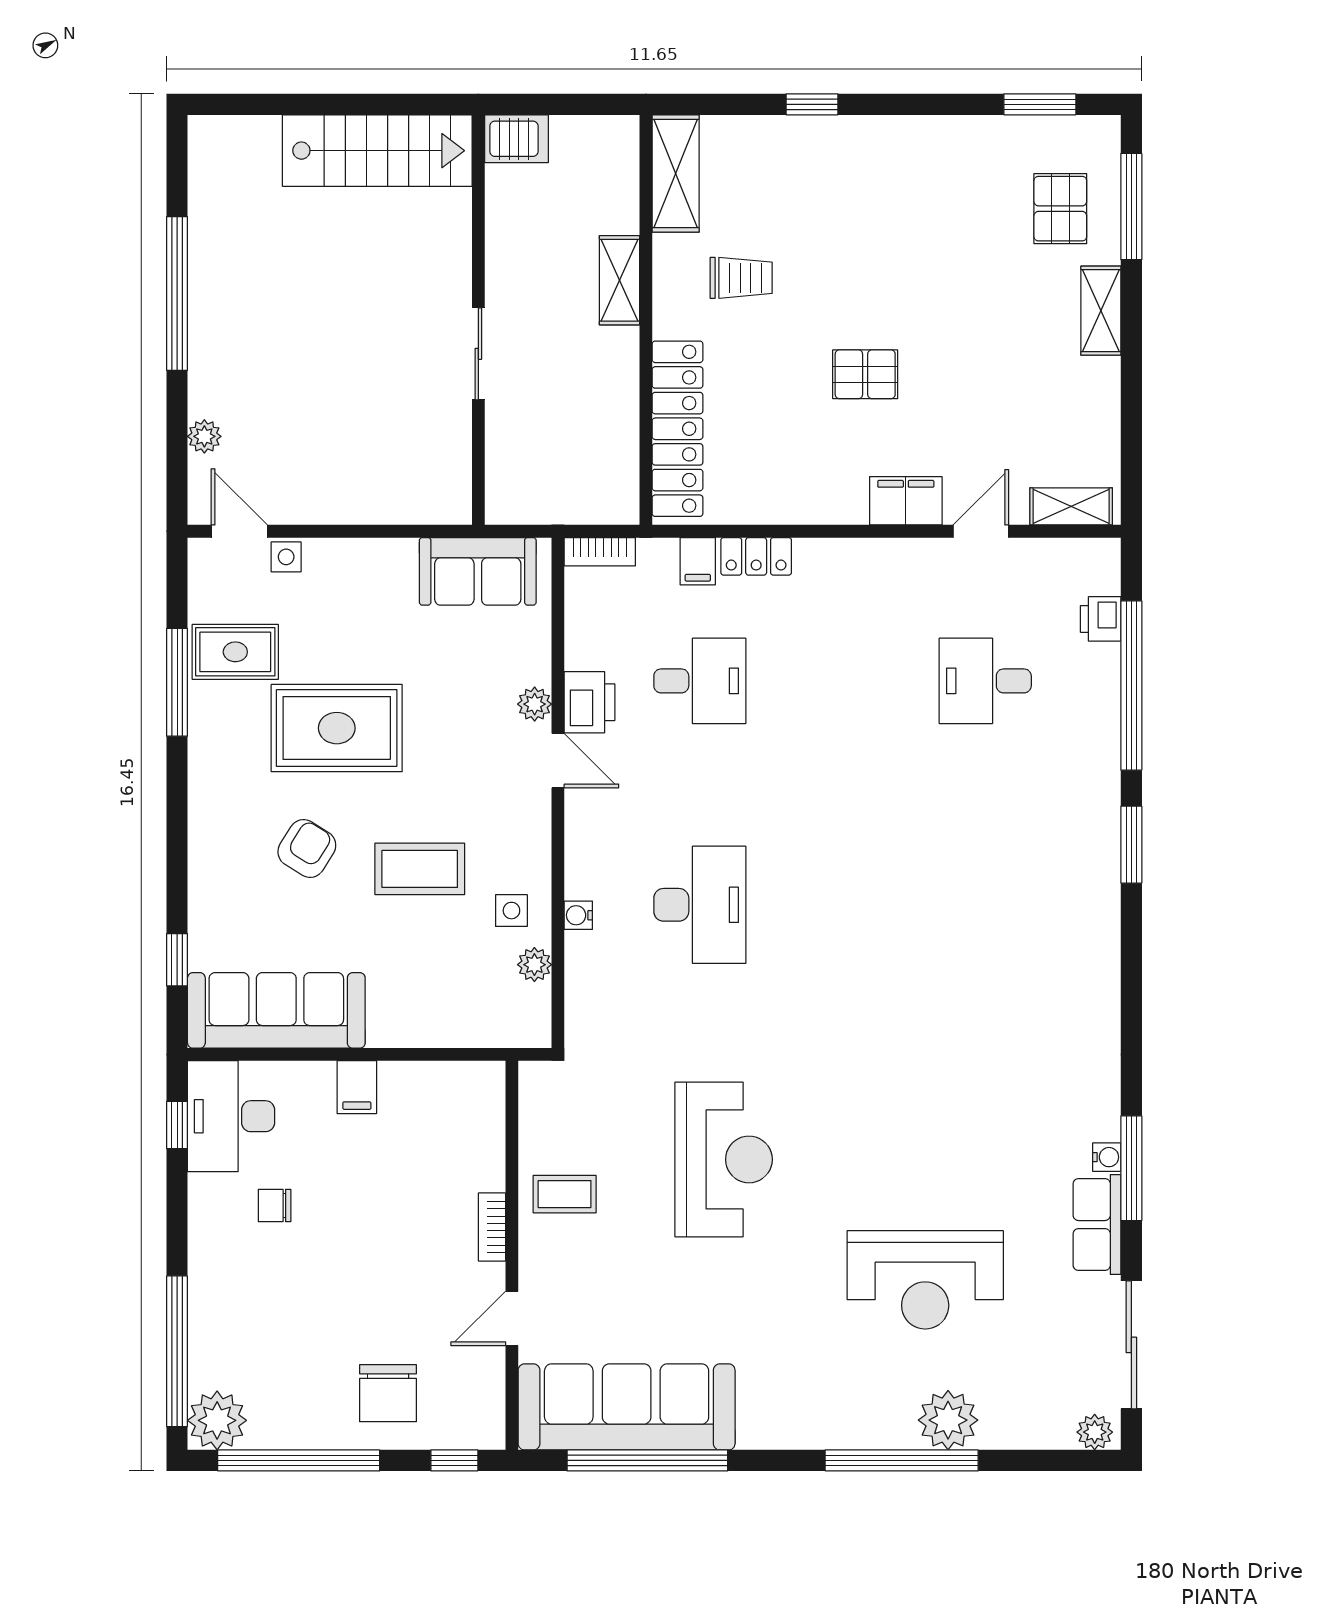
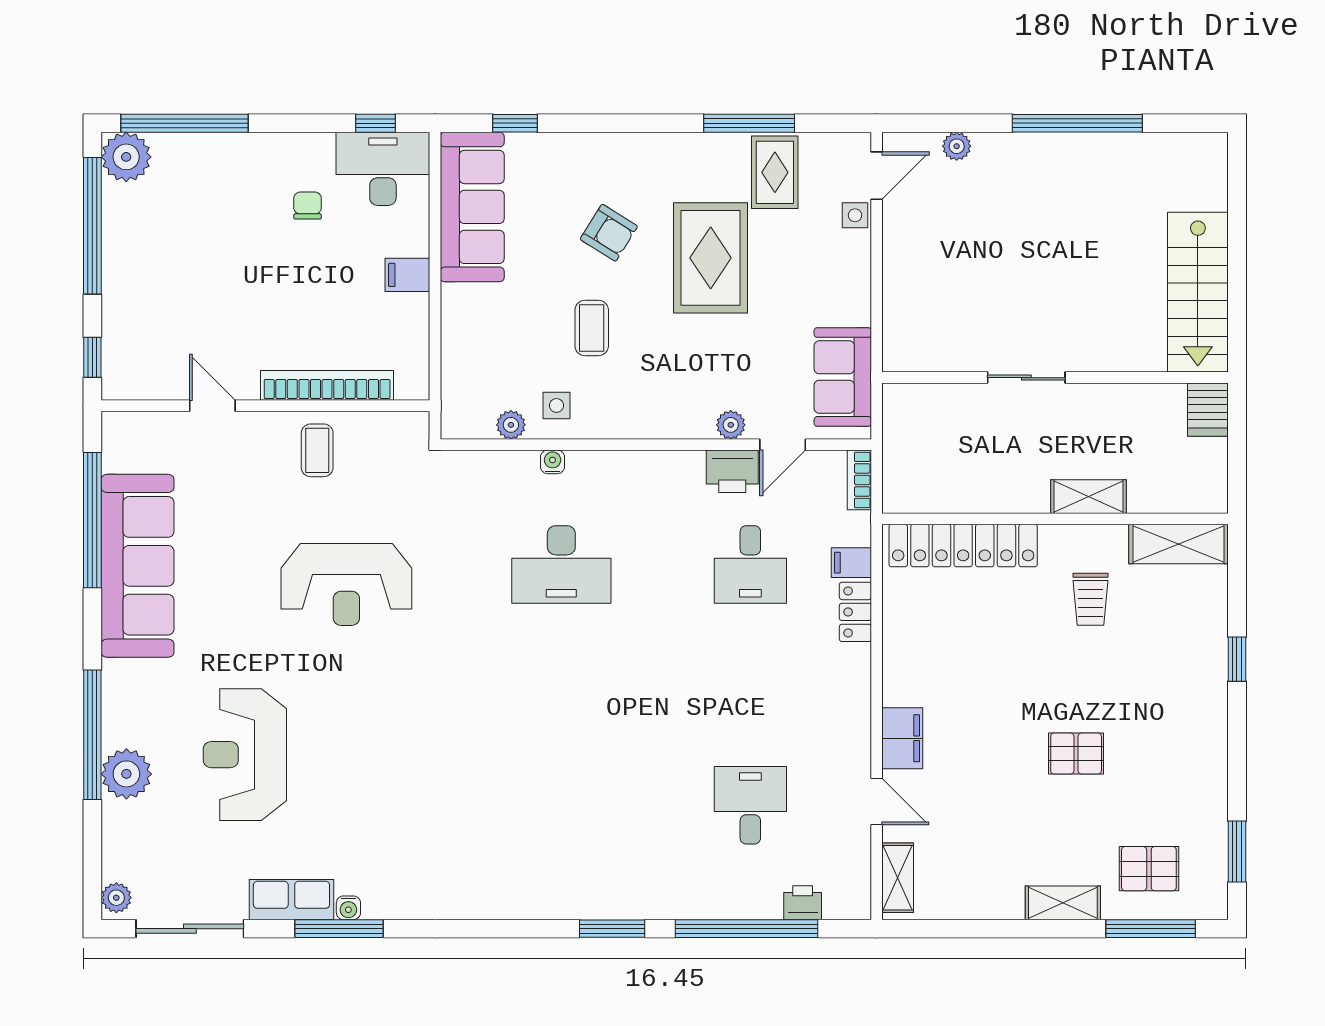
pallet: (865, 374) -> (1076, 753), moved, turned 90
door: (558, 761) -> (783, 445), moved
coffee table: (420, 869) -> (592, 328), width x0.73, depth x0.77
bookcase: (492, 1227) -> (327, 385), width x2.31, depth x1.31
chair: (388, 1393) -> (149, 301), removed
sofa: (627, 1407) -> (138, 566), moved

